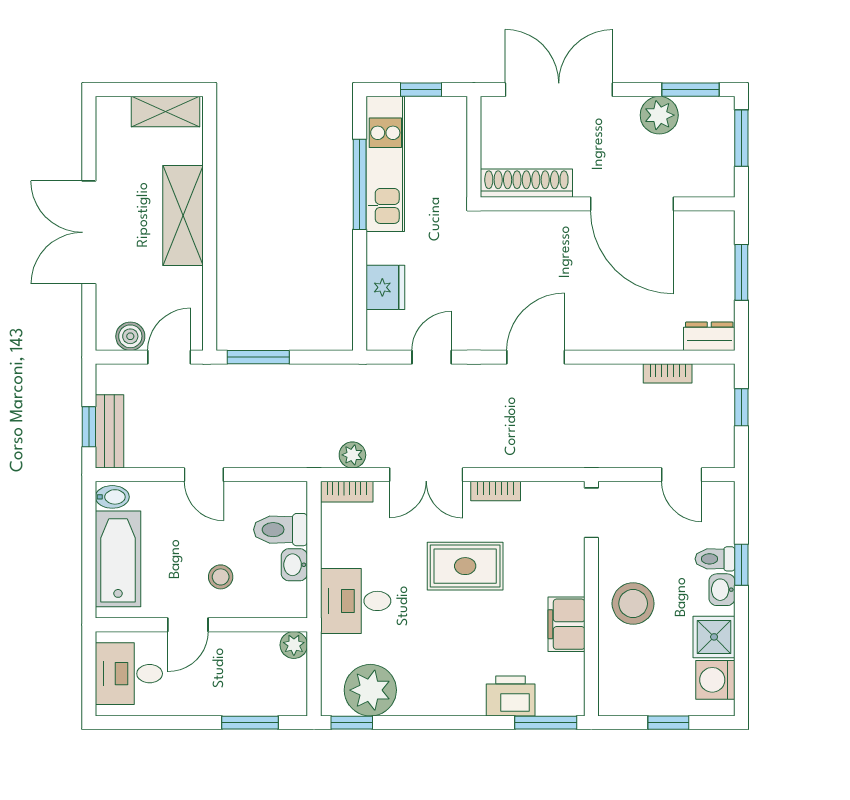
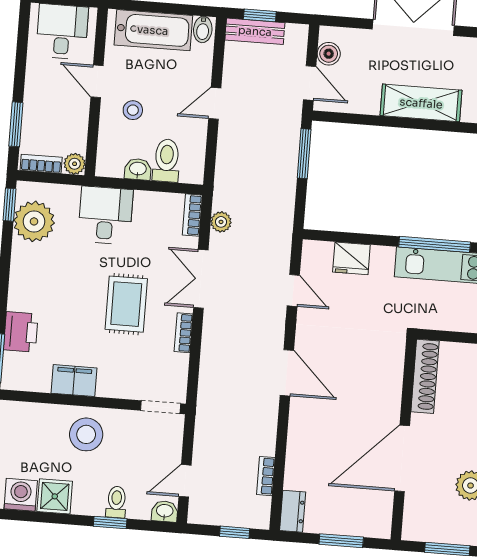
washbasin: (722, 590) -> (165, 511), moved
bookcase: (297, 687) -> (41, 164), added

